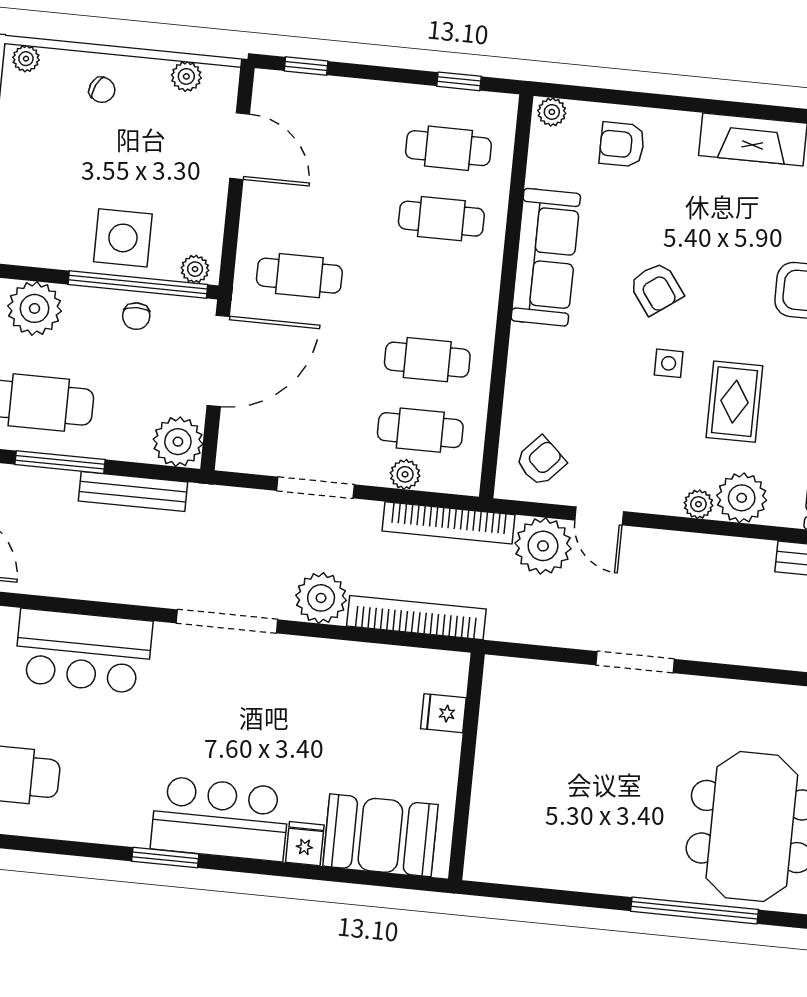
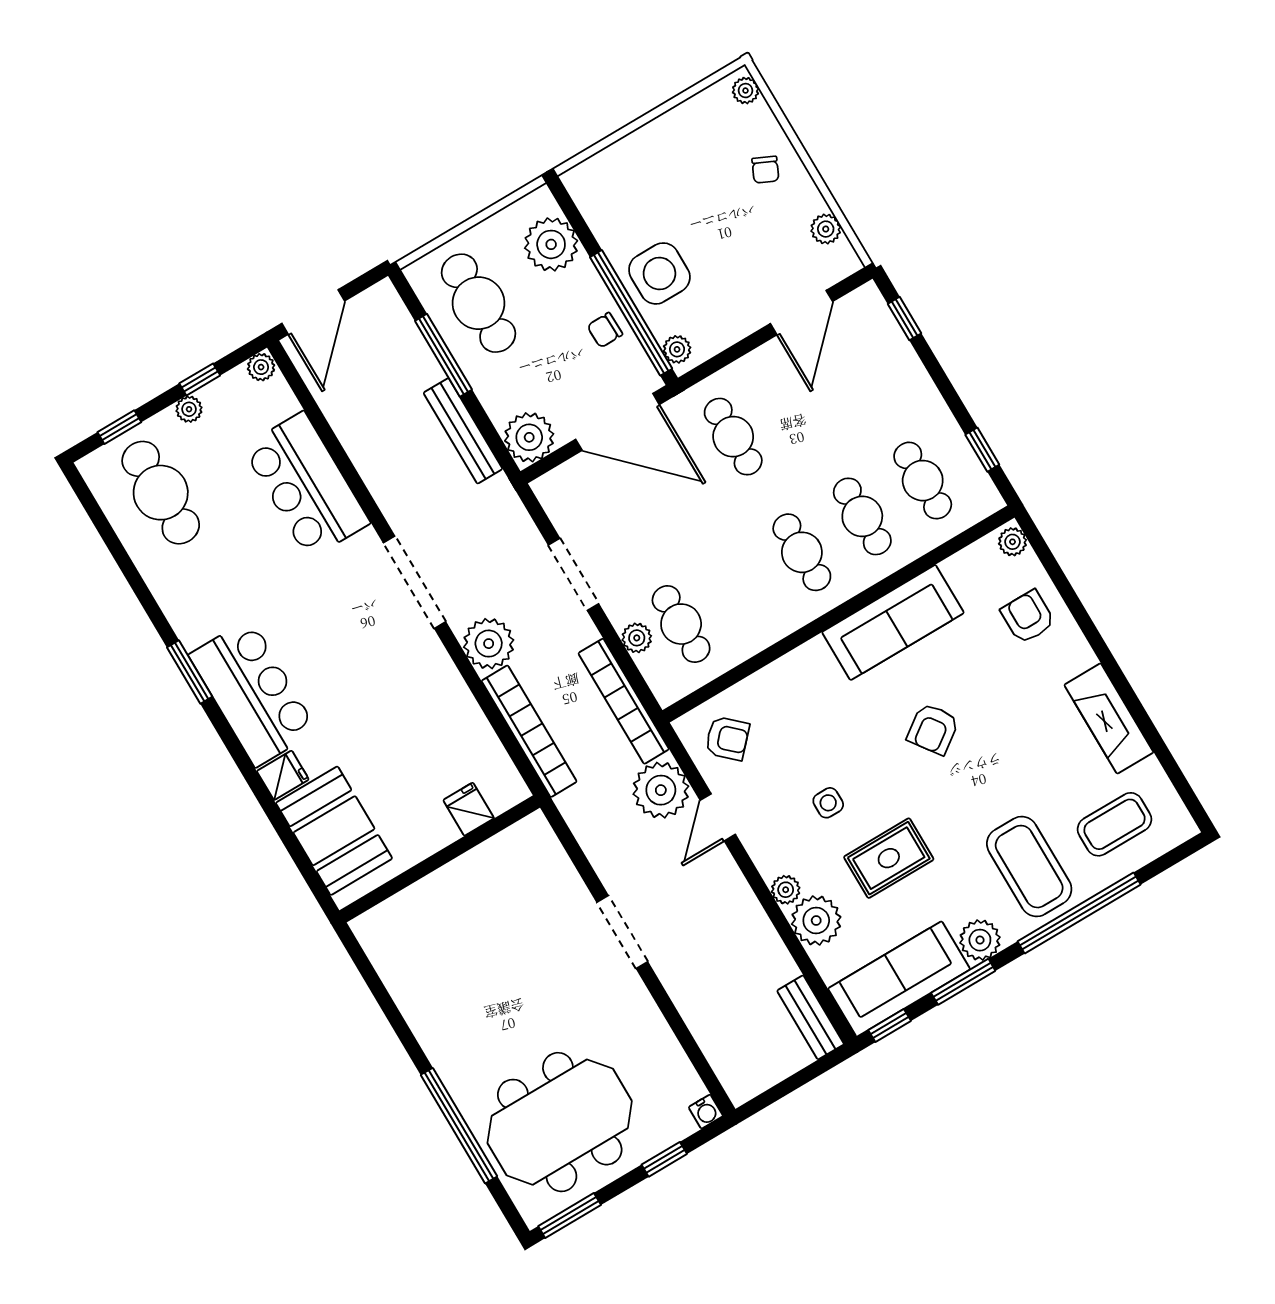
cafe table: (427, 360) -> (802, 552), moved
side table: (669, 363) -> (828, 803), moved

